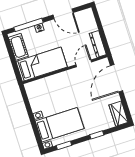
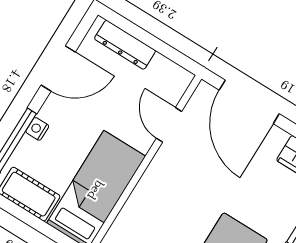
dresser: (98, 44) -> (125, 45), moved

